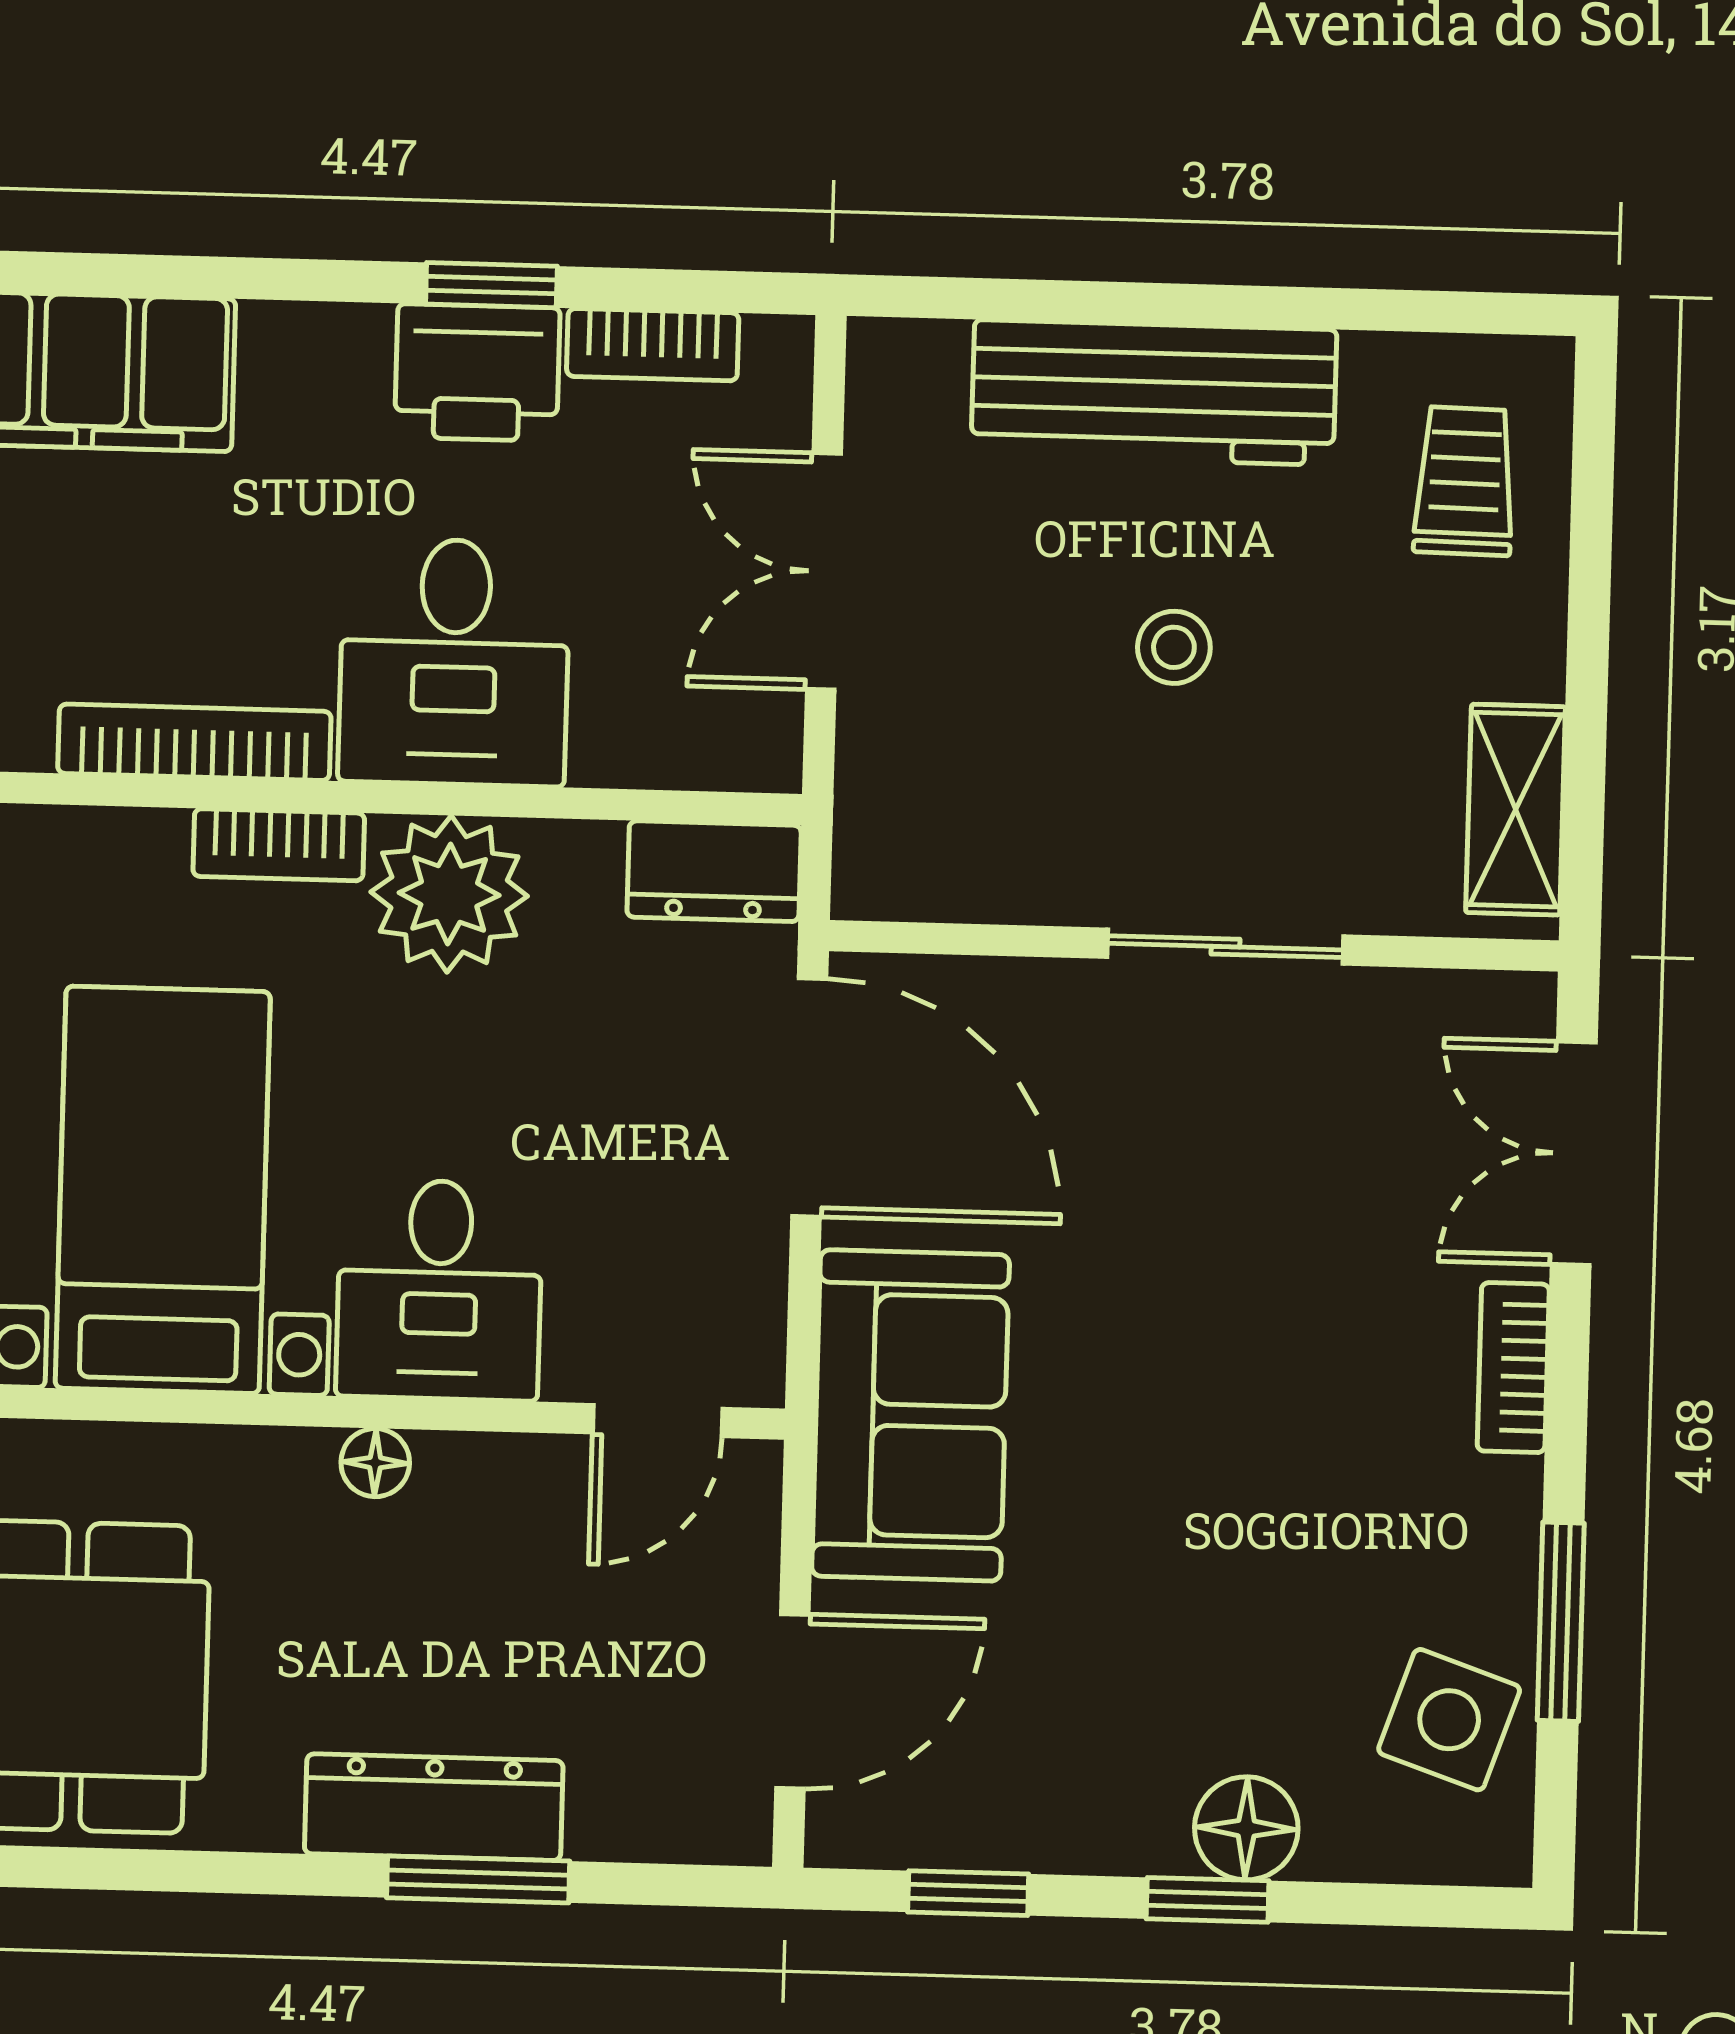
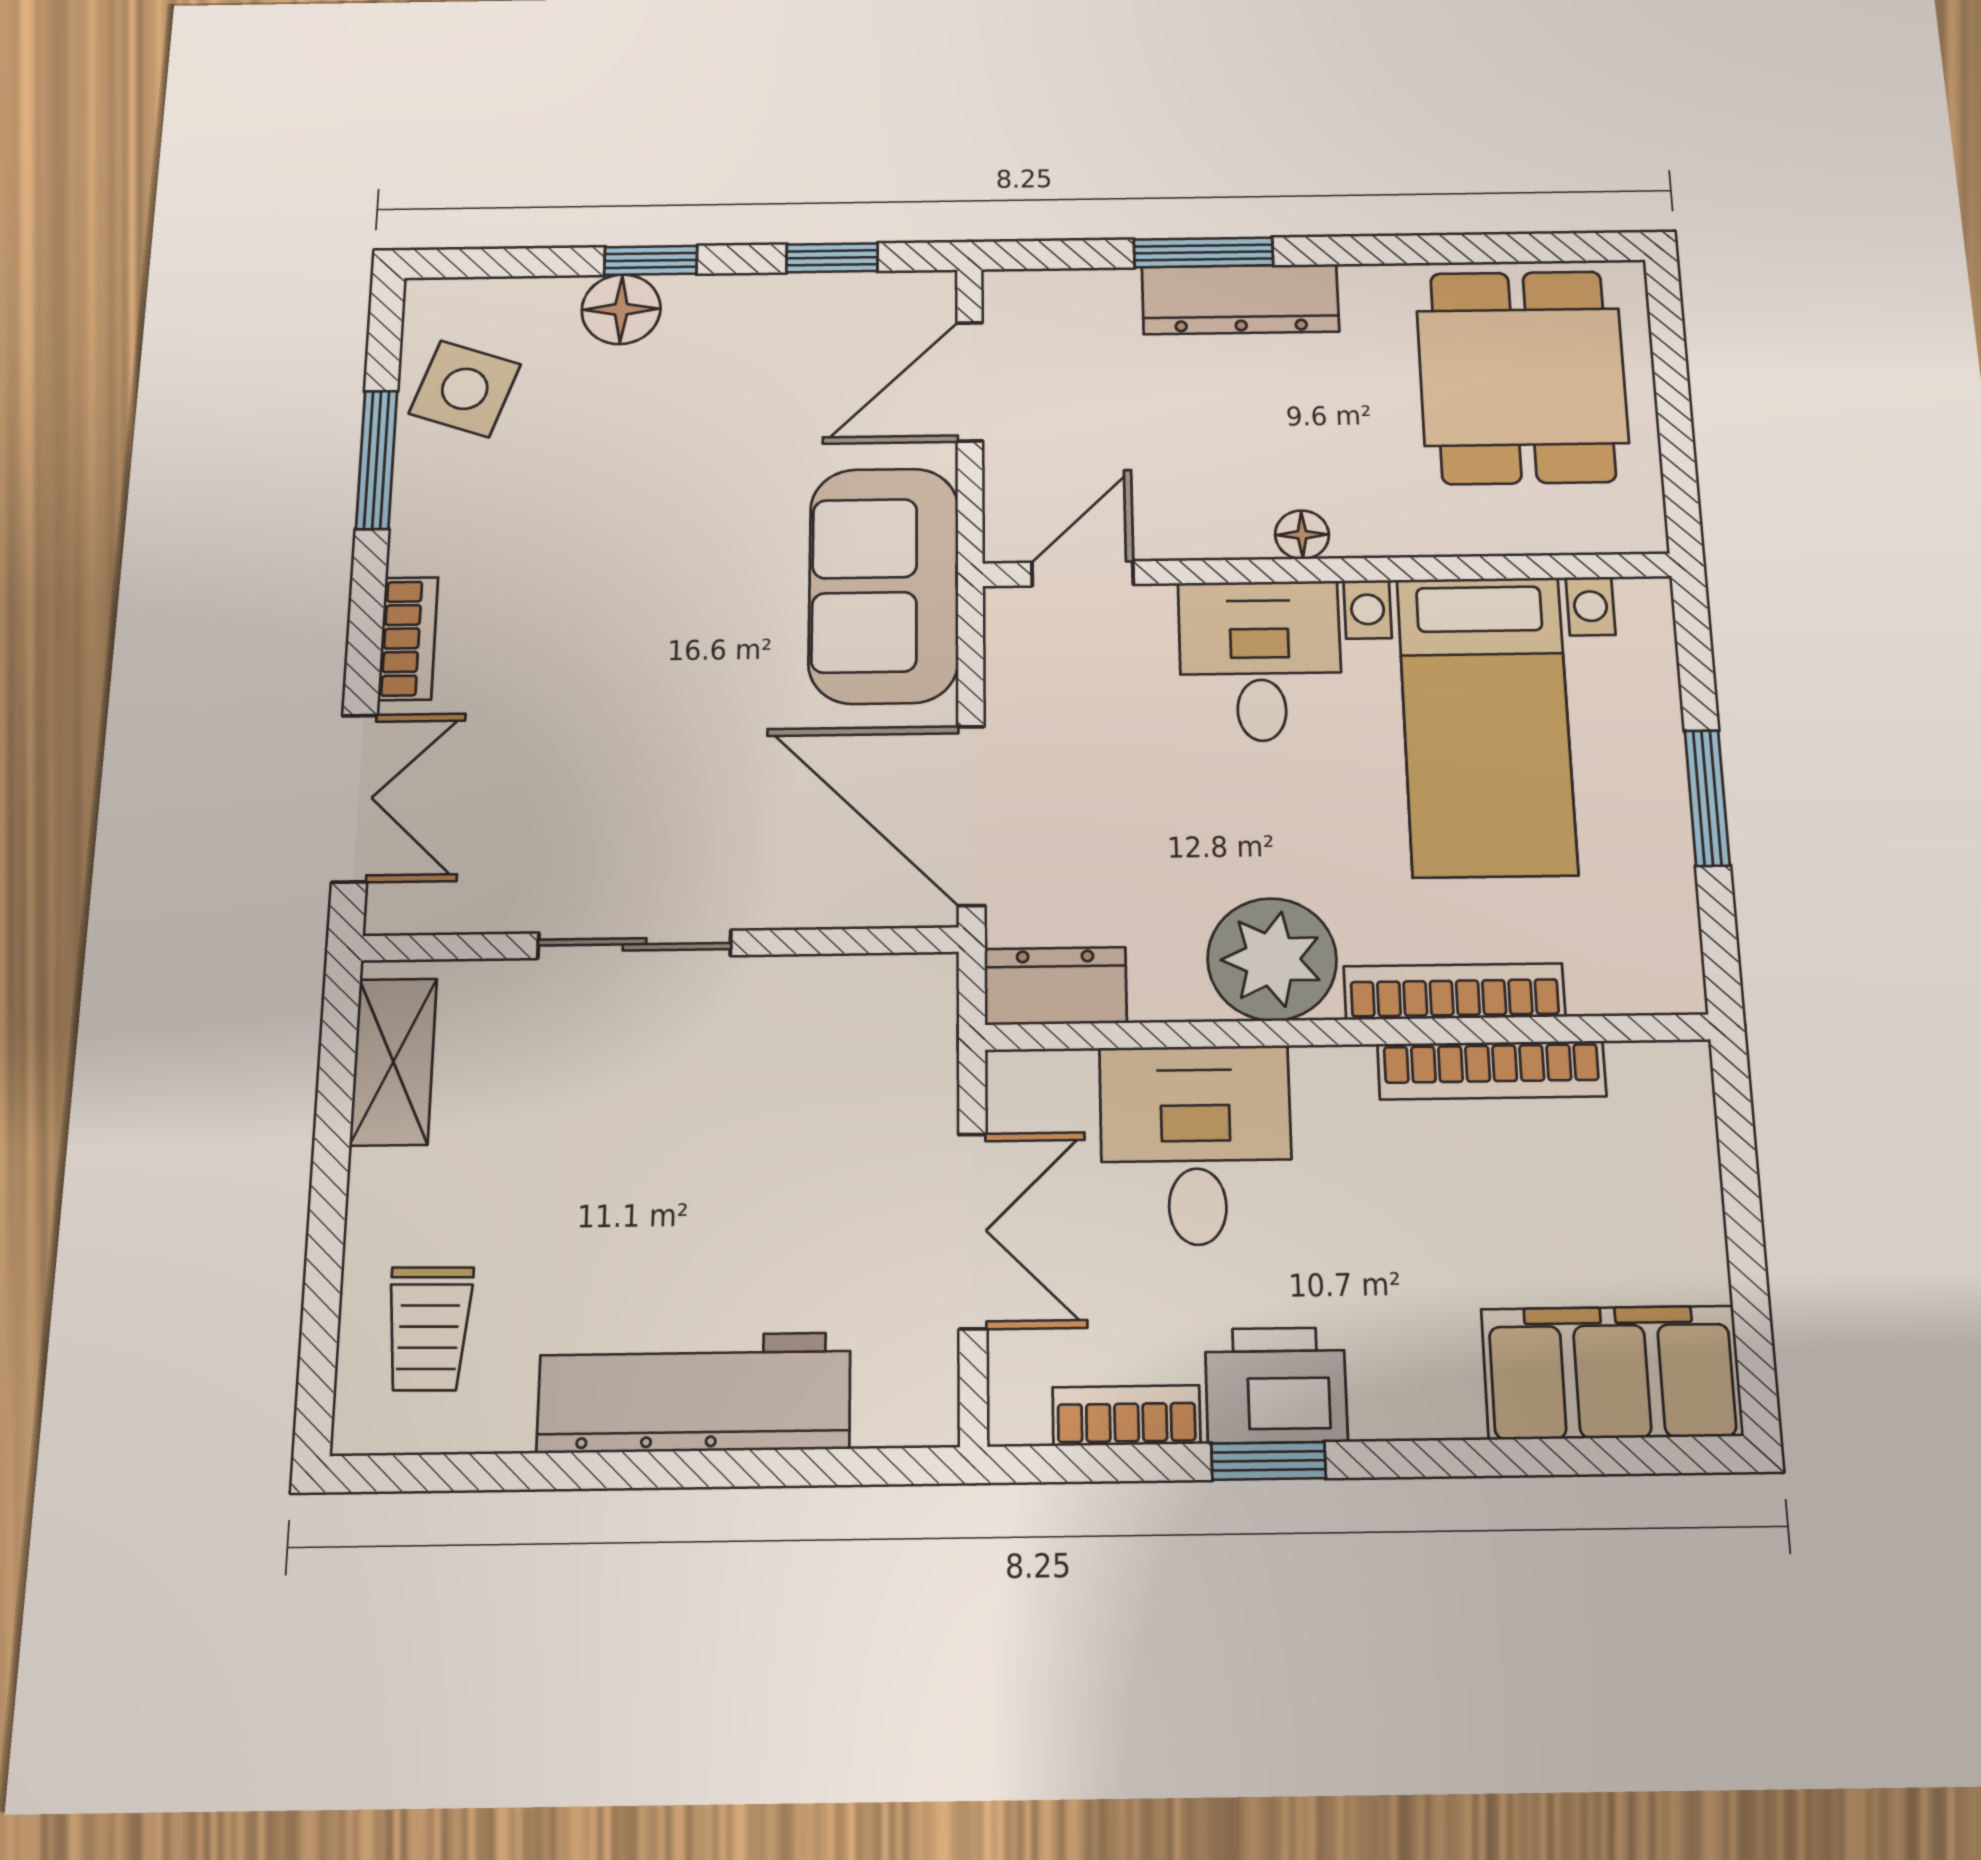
stool: (1174, 647) -> (677, 1181), removed
desk: (454, 662) -> (1196, 1145), moved
bookcase: (279, 845) -> (1454, 991), width x1.56

